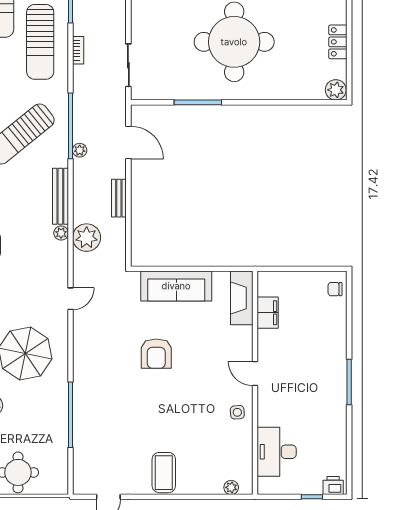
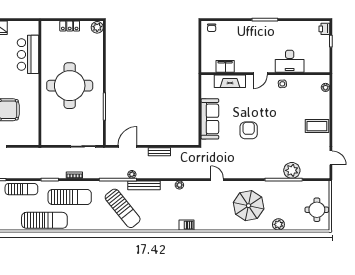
bench: (60, 196) -> (144, 185), moved
plant: (87, 238) -> (292, 170), moved
fireplace: (242, 298) -> (230, 81), moved
armchair: (156, 354) -> (249, 130), turned -90
desk: (277, 452) -> (290, 61), moved

